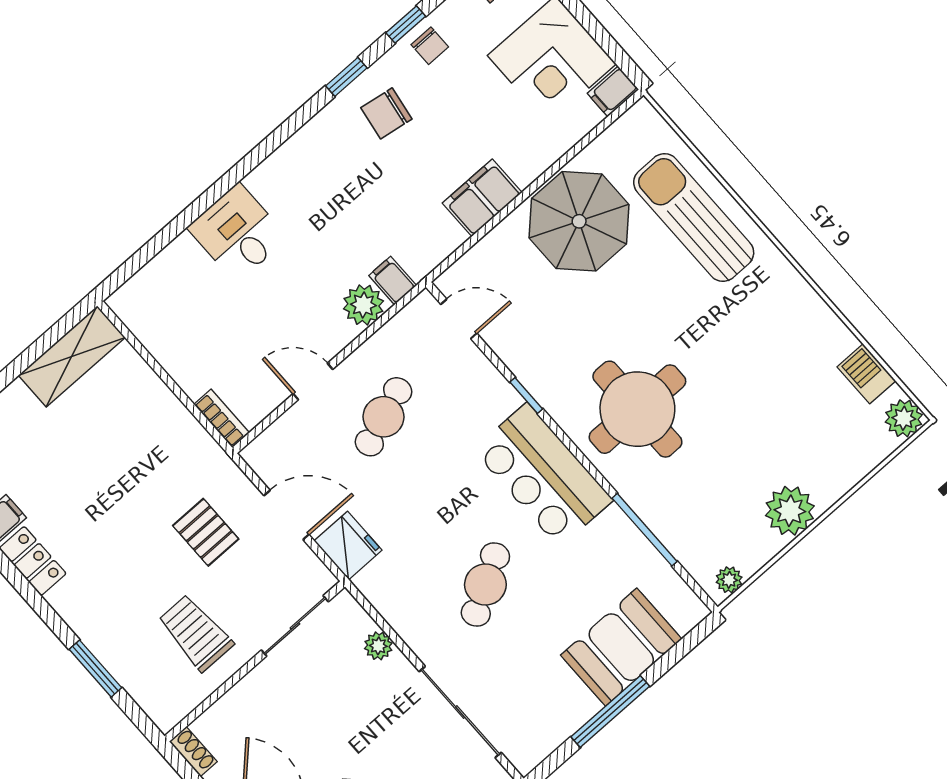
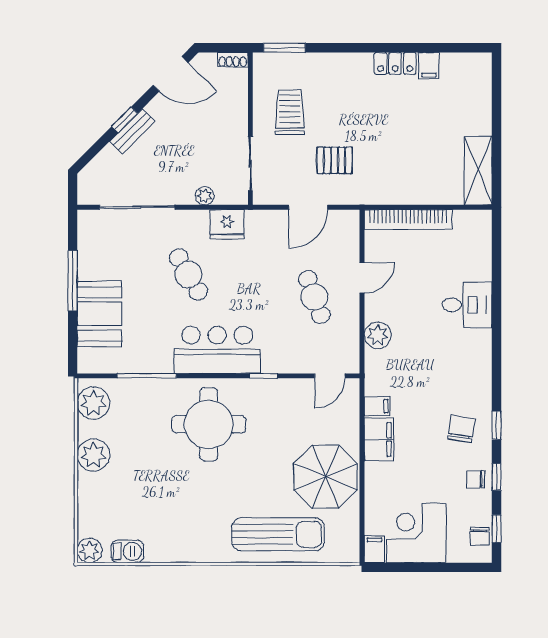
filing cabinet: (393, 280) -> (377, 406), moved
bookcase: (222, 418) -> (408, 219), width x2.31, depth x1.31
fridge: (348, 546) -> (227, 224), moved
plant: (729, 580) -> (93, 403), width x1.88, depth x1.88
trolley: (196, 633) -> (290, 112), turned -90
window: (95, 669) -> (284, 48), moved

